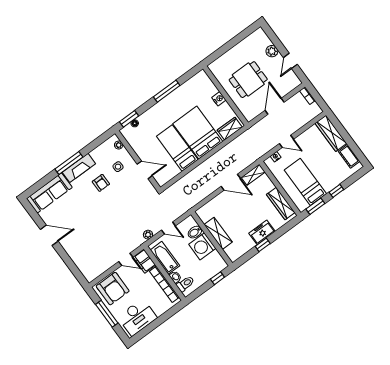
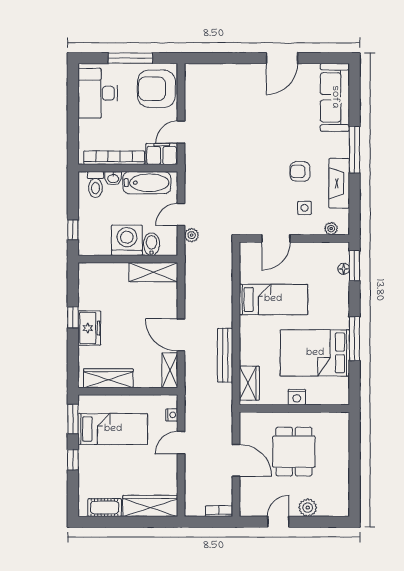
door: (290, 61) -> (278, 522), hinge flipped
bed: (198, 133) -> (315, 353), moved, turned 180
bench: (224, 152) -> (225, 355), added
fireplace: (79, 168) -> (339, 183), moved
door: (231, 182) -> (181, 335), hinge flipped
shelving: (218, 233) -> (153, 272), moved
plant: (148, 235) -> (192, 235), moved

